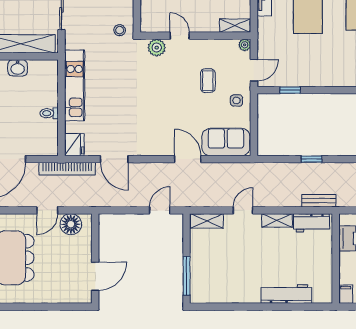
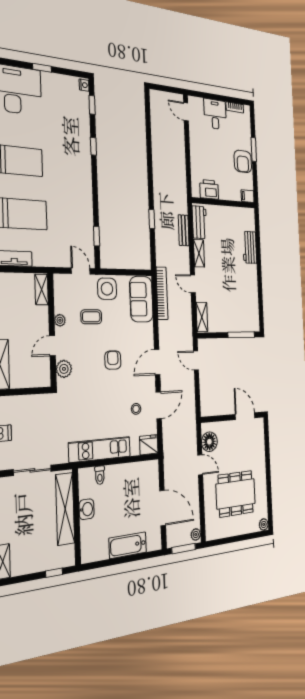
stool: (120, 30) -> (136, 409), moved
plant: (245, 45) -> (60, 320), moved
side table: (236, 100) -> (107, 289), width x1.87, depth x1.87
armchair: (164, 104) -> (113, 360), added
toilet: (49, 113) -> (100, 475), moved
door: (188, 159) -> (157, 362), moved
bookcase: (67, 169) -> (162, 293), moved
bench: (319, 201) -> (184, 230), moved
workbench: (286, 294) -> (250, 247), width x0.73

